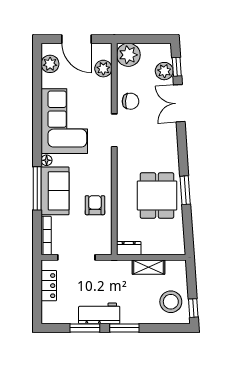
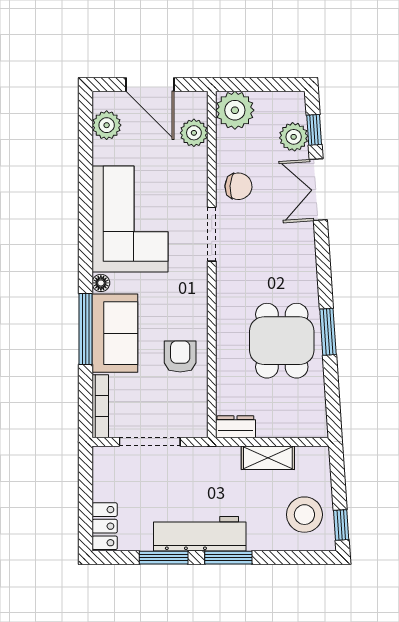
locker: (49, 286) -> (105, 526), moved
workbench: (99, 313) -> (200, 534), width x1.38

